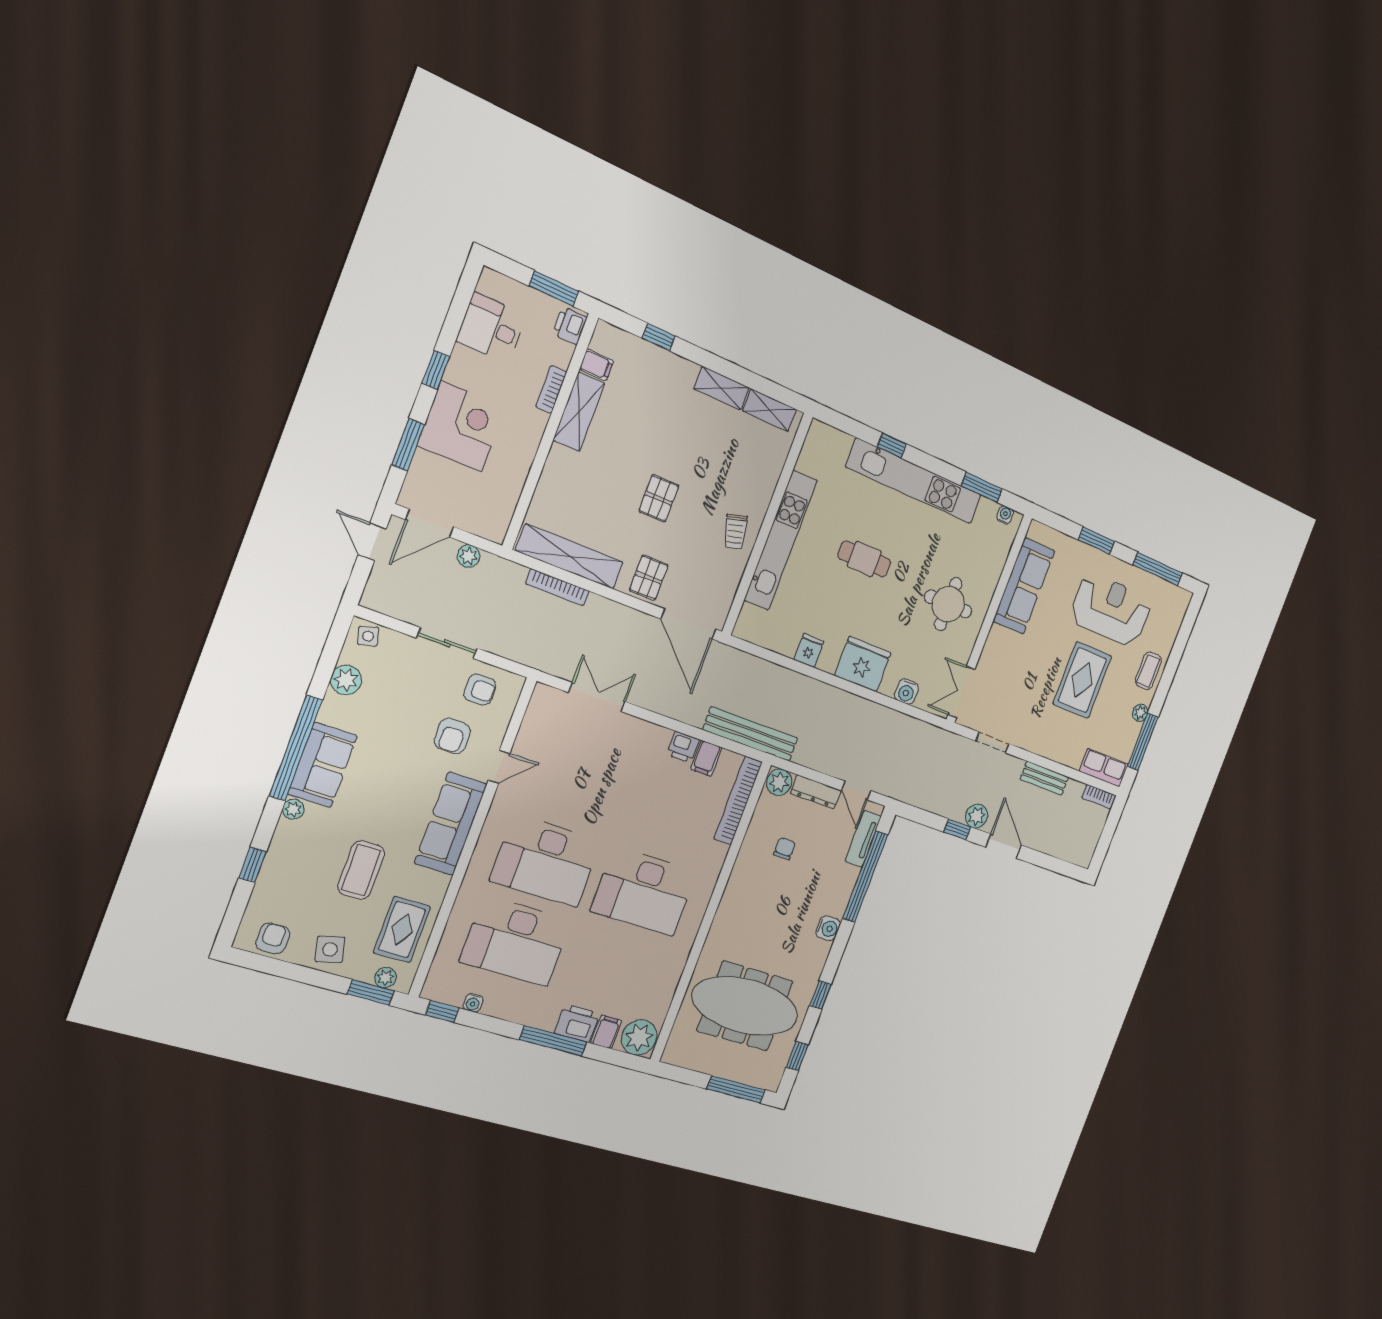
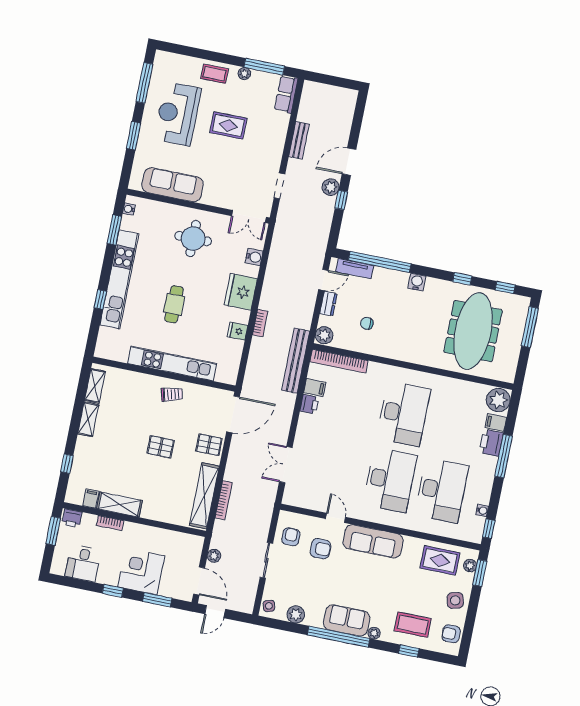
rug: (1082, 680) -> (228, 125), width x0.73, depth x0.70
dresser: (816, 792) -> (328, 304), width x0.70
bookcase: (1099, 797) -> (260, 323), moved
coffee table: (361, 870) -> (413, 625), moved

